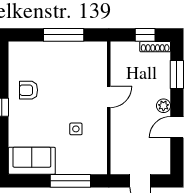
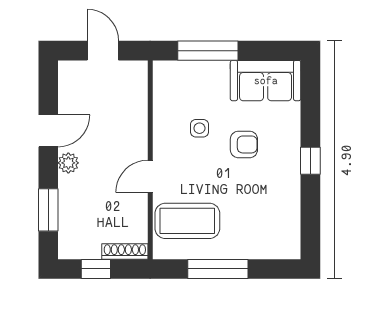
shoe rack: (155, 47) -> (125, 251), moved
coffee table: (84, 67) -> (187, 221), added
armchair: (28, 90) -> (244, 144), moved

